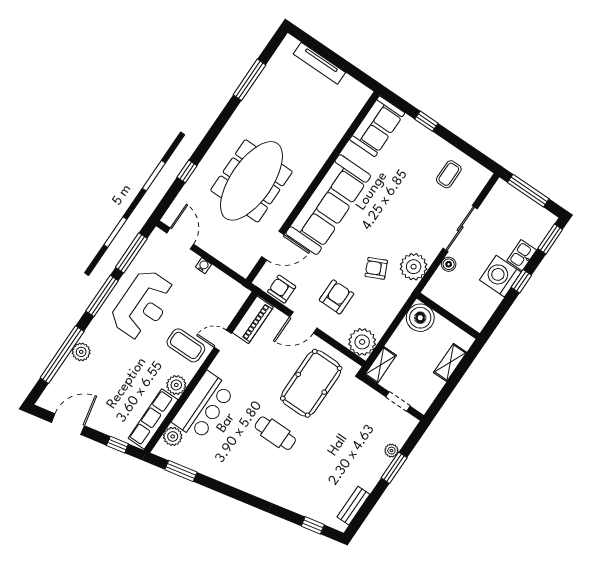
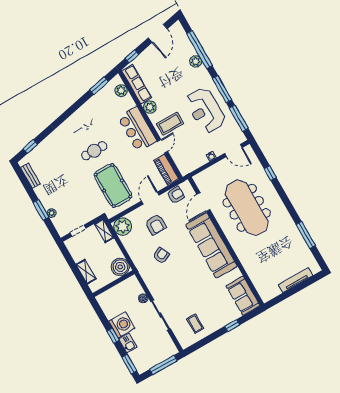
plant: (414, 267) -> (152, 277), removed
bar counter: (203, 406) -> (137, 129), moved

